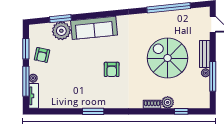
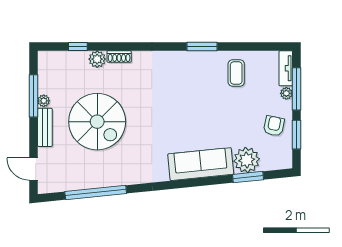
armchair: (112, 69) -> (176, 106), removed
coffee table: (69, 93) -> (236, 73), added

